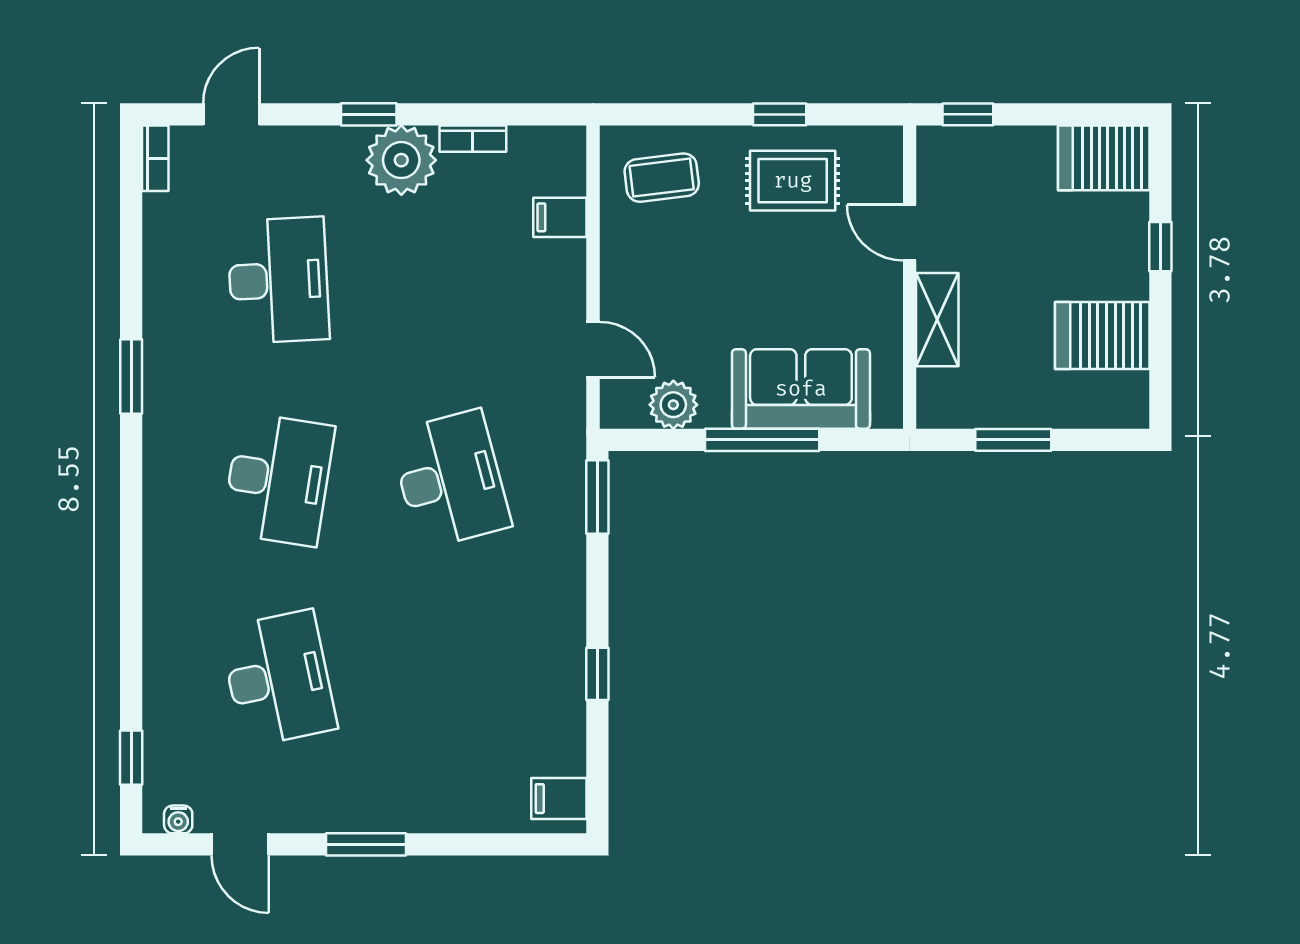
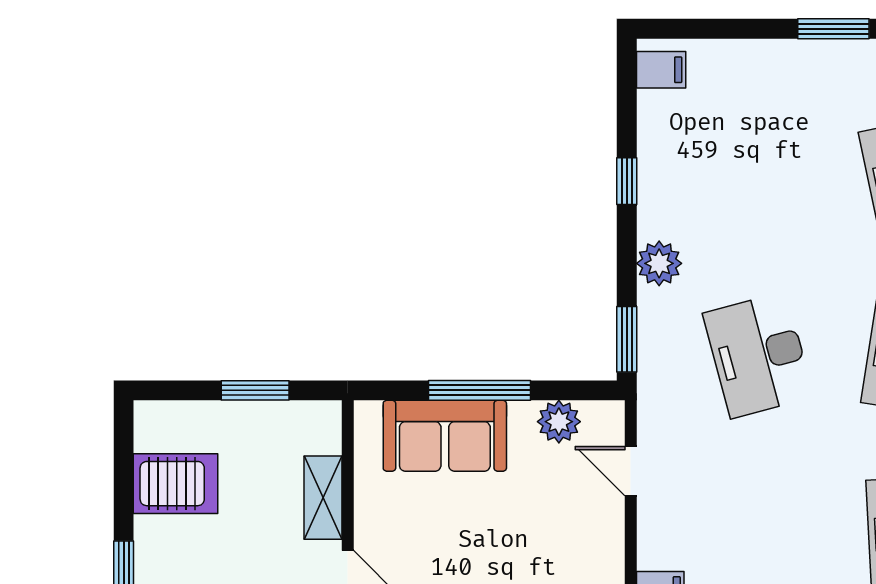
plant: (561, 582) -> (659, 263), added

